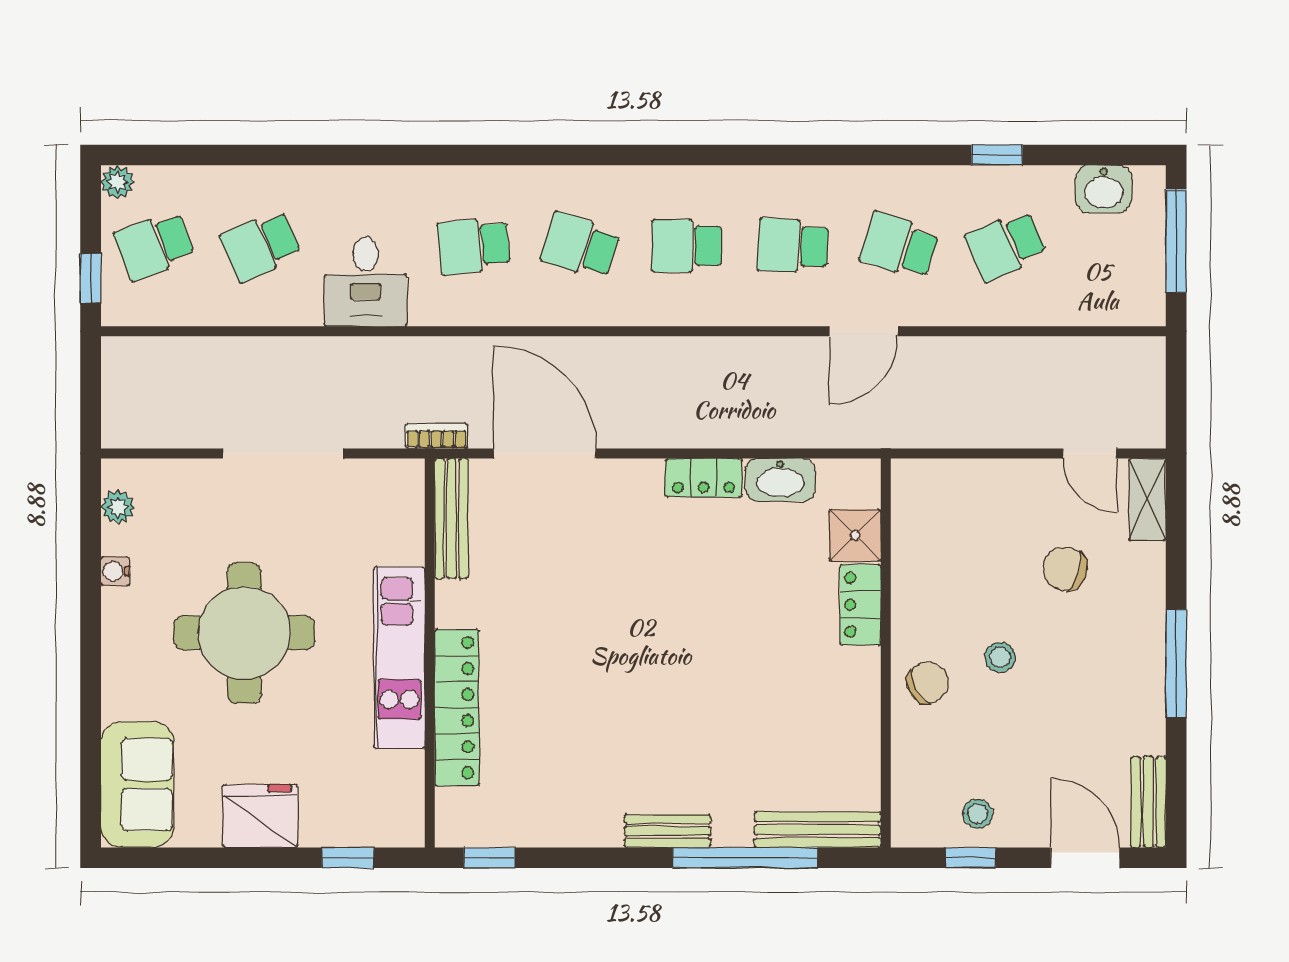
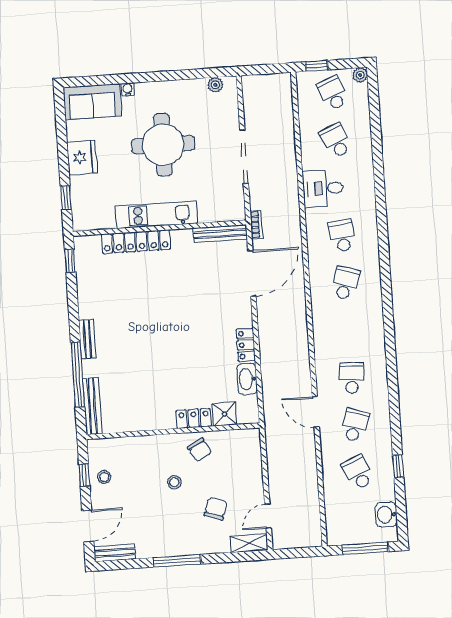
school desk: (687, 246) -> (349, 330), removed
water cooler: (115, 571) -> (128, 89), moved
chair: (928, 683) -> (199, 450), moved

